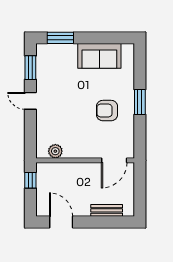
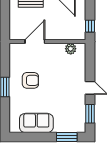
door: (114, 160) -> (35, 42), moved

